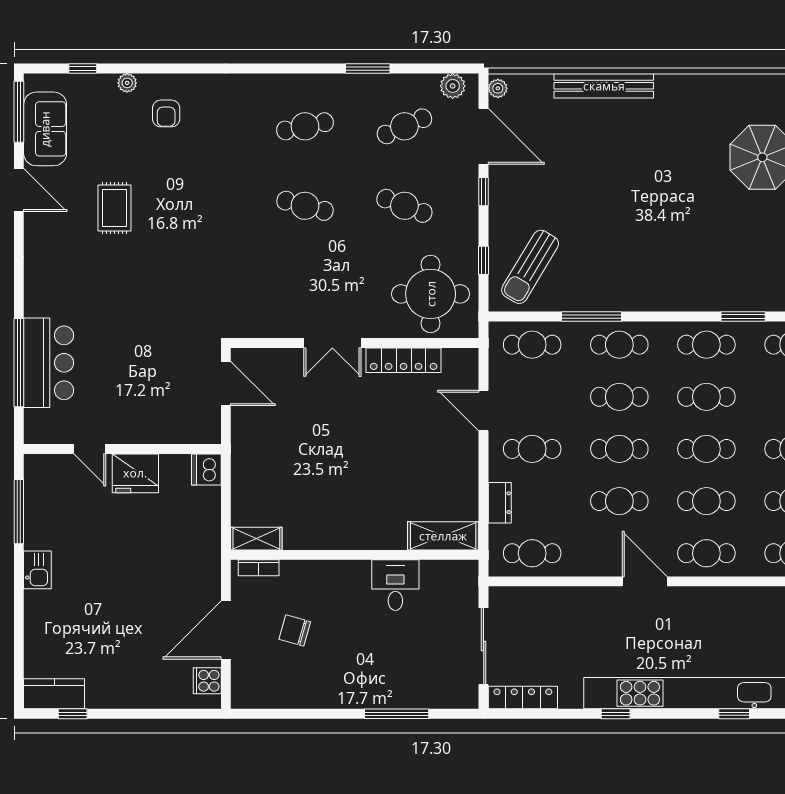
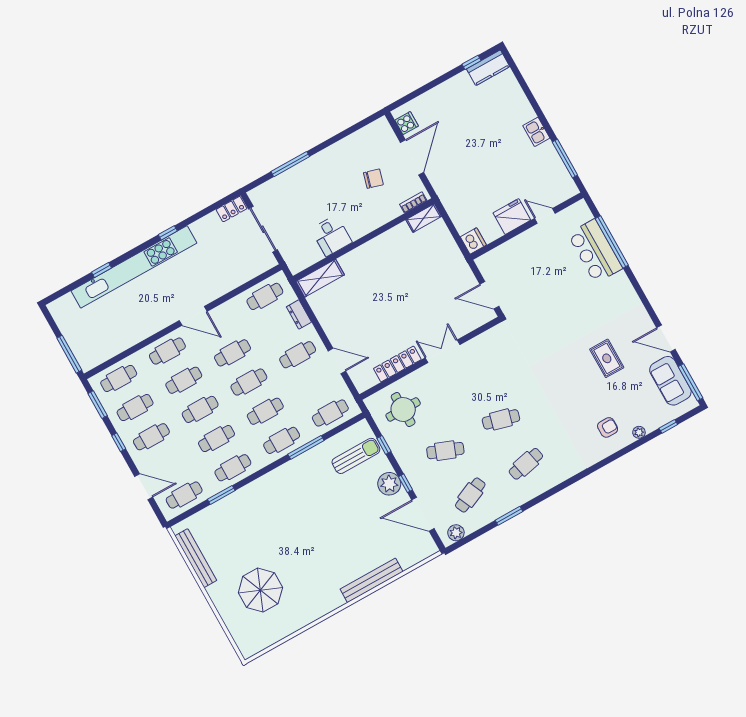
plant: (498, 88) -> (389, 484), moved, width x1.88, depth x1.88
armchair: (166, 113) -> (608, 427), turned 90
sun lounger: (530, 267) -> (356, 456), turned 59
round table: (431, 294) -> (403, 409), width x0.73, depth x0.73
locker: (523, 698) -> (231, 209), width x0.66

